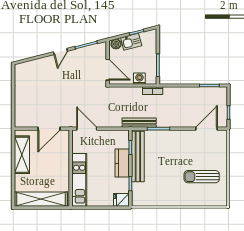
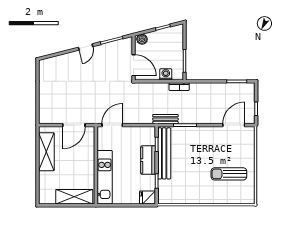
kitchen sink: (131, 42) -> (157, 37), removed
bench: (139, 123) -> (165, 119), width x0.73
door: (87, 129) -> (112, 125), hinge flipped
shelving: (41, 199) -> (74, 197), width x0.68

